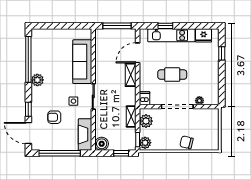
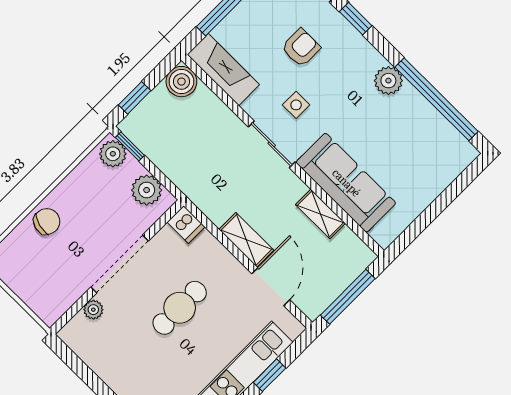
shelving: (131, 117) -> (320, 214), moved

